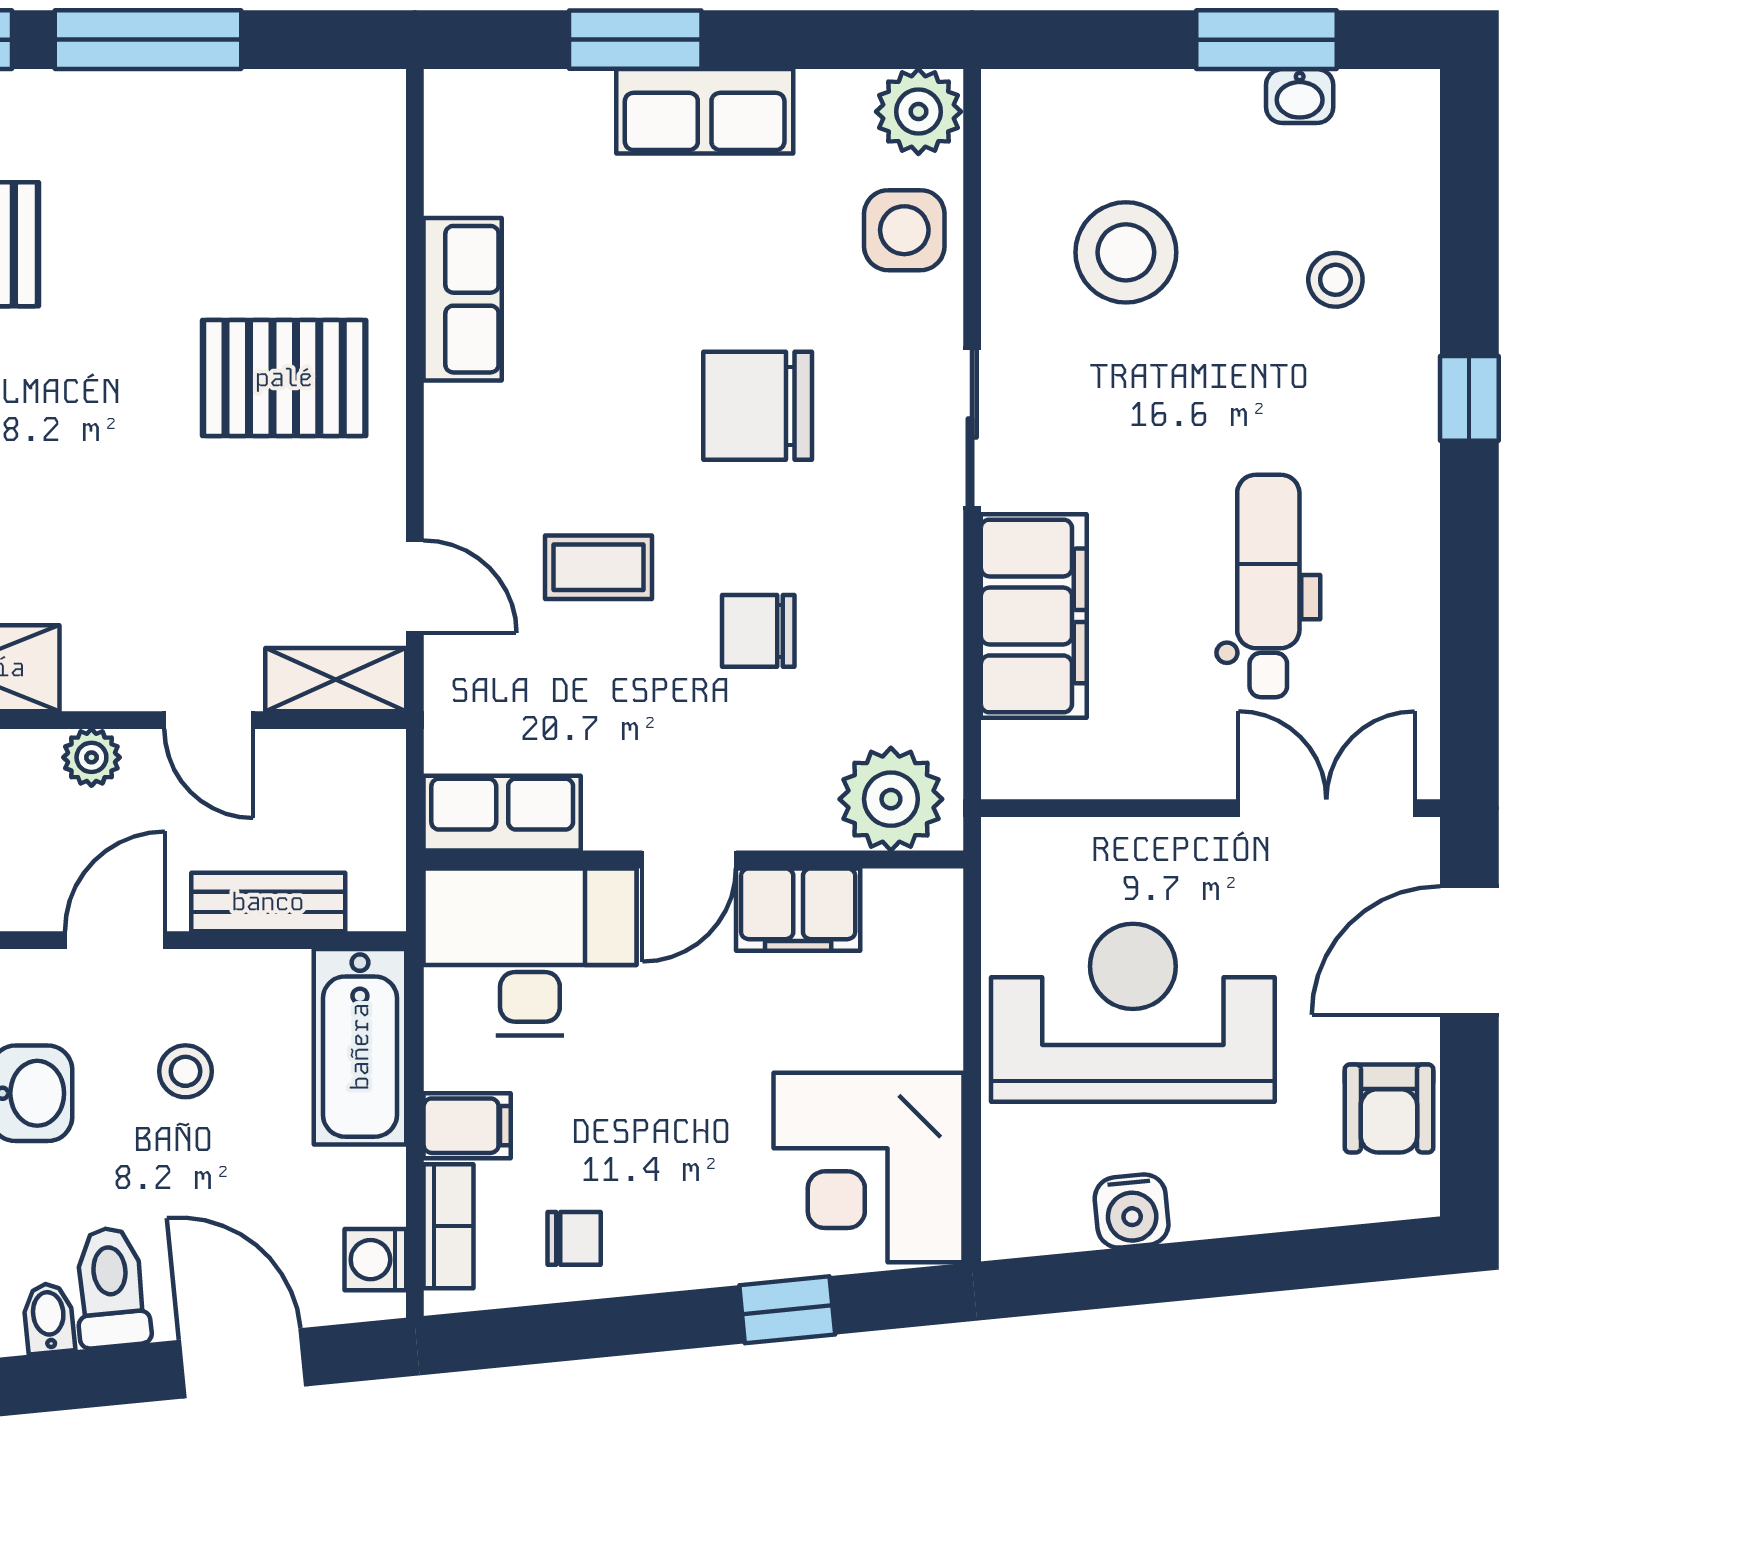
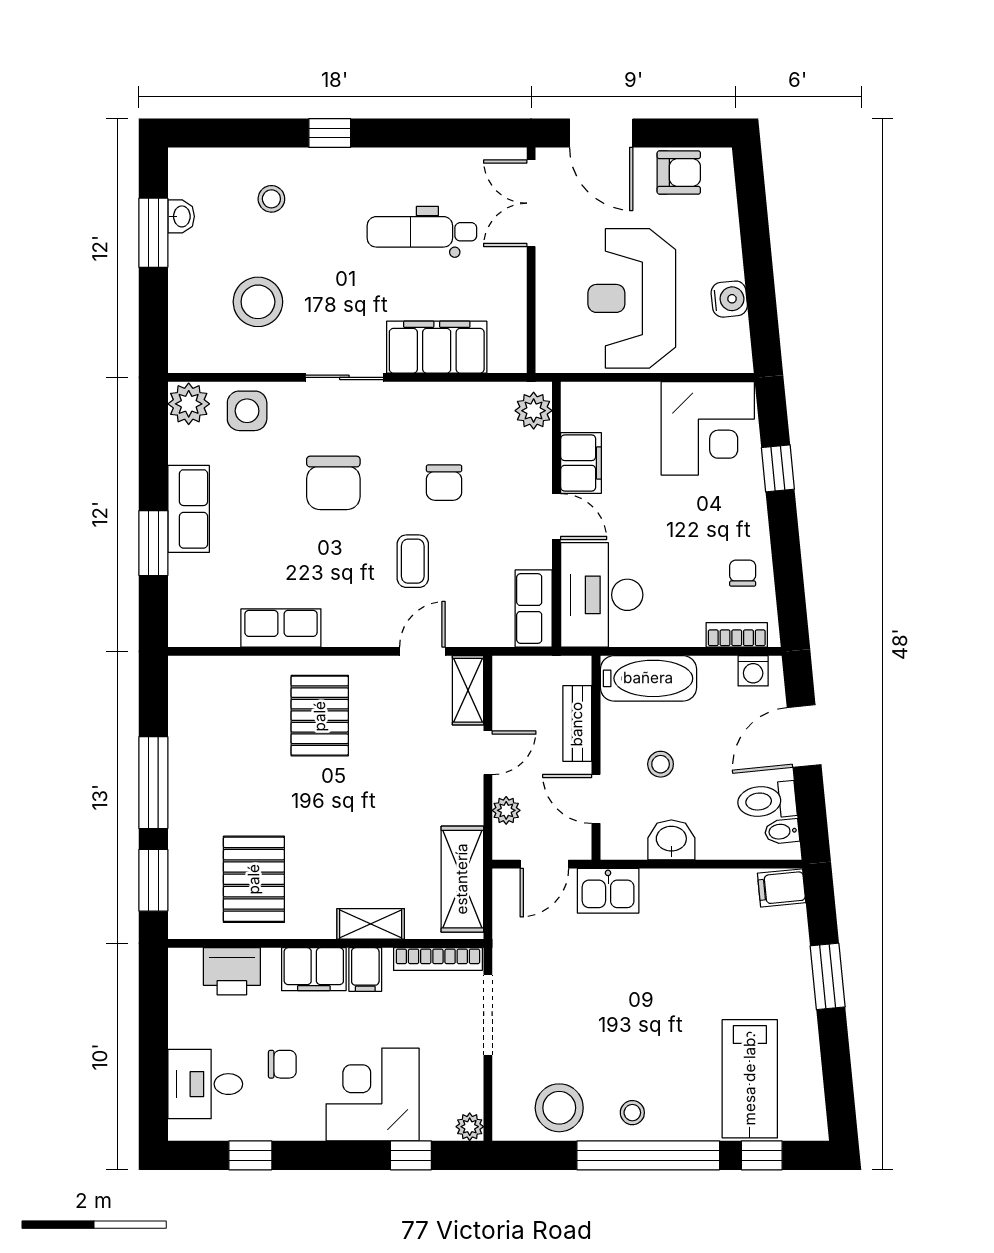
plant: (891, 799) -> (534, 411), width x0.73, depth x0.73
filing cabinet: (467, 1126) -> (687, 626), removed

